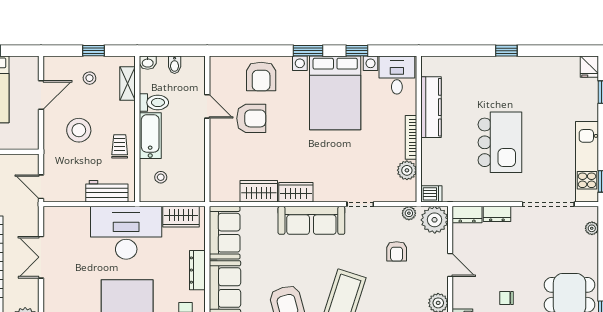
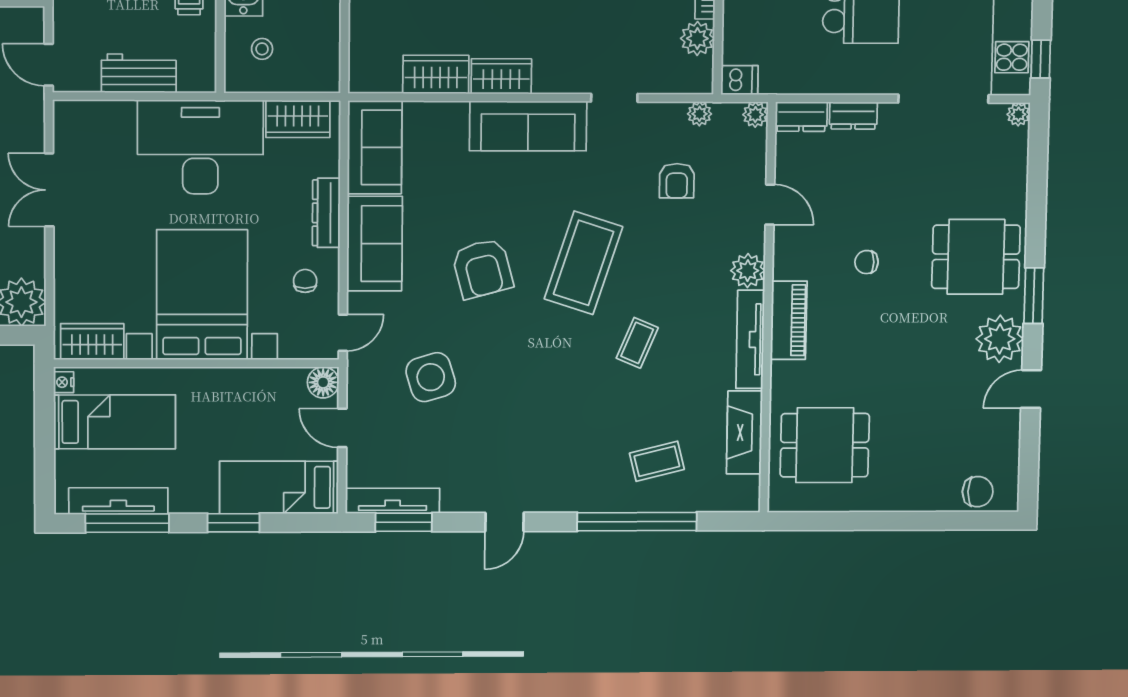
workbench: (107, 191) -> (139, 73), moved
plant: (435, 220) -> (755, 115), width x0.53, depth x0.53
plant: (592, 228) -> (1018, 114), moved

